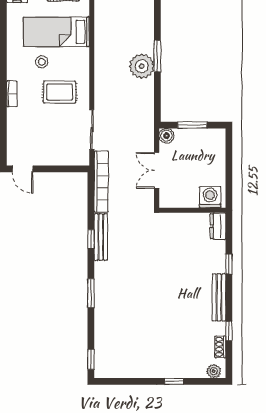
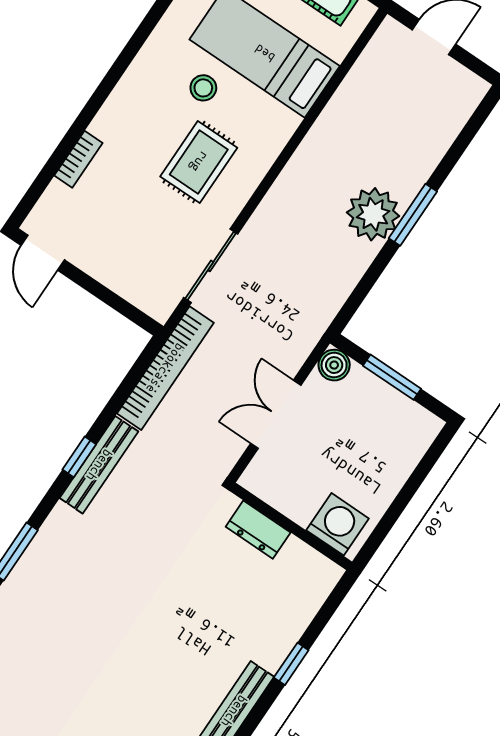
rug: (60, 92) -> (199, 162), turned 90
bookcase: (12, 94) -> (78, 159), moved
dresser: (218, 226) -> (258, 530), moved, turned -90

